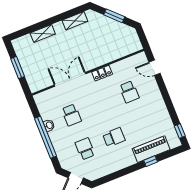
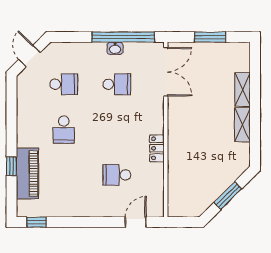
shelving: (75, 21) -> (242, 125), moved
double door: (70, 79) -> (166, 72), moved
school desk: (71, 115) -> (117, 84), turned 180
window: (45, 137) -> (123, 37), moved

